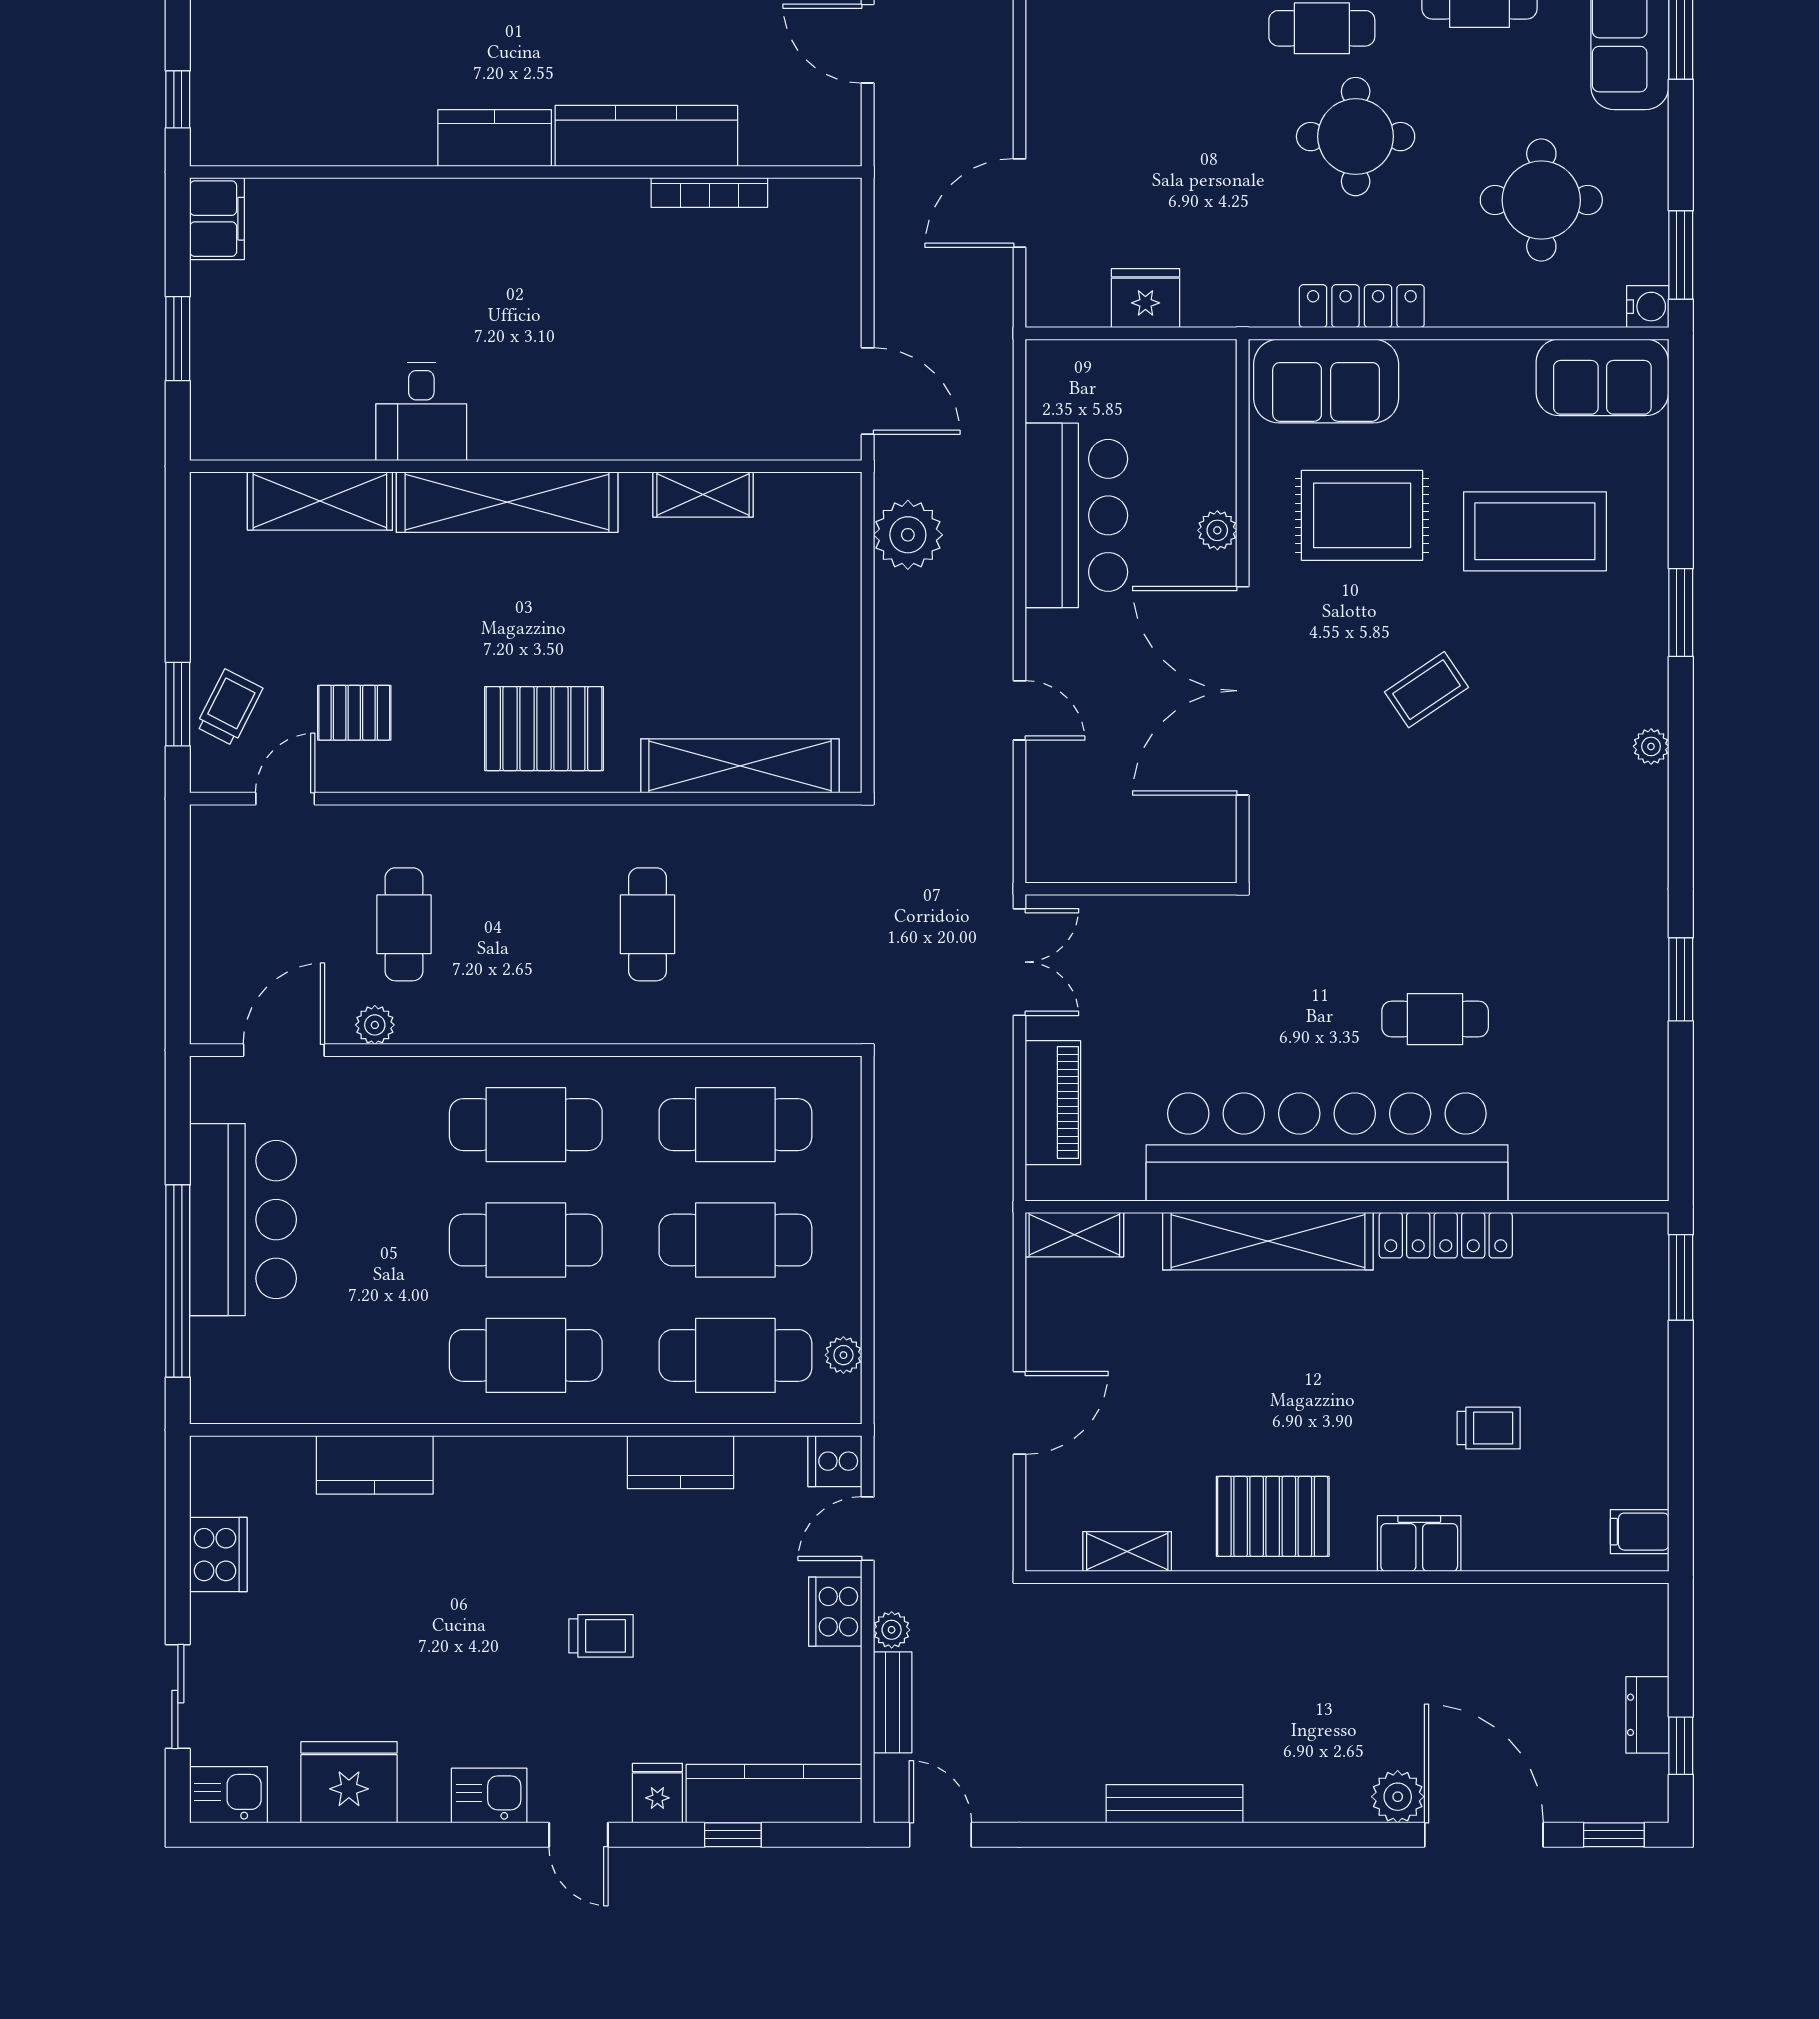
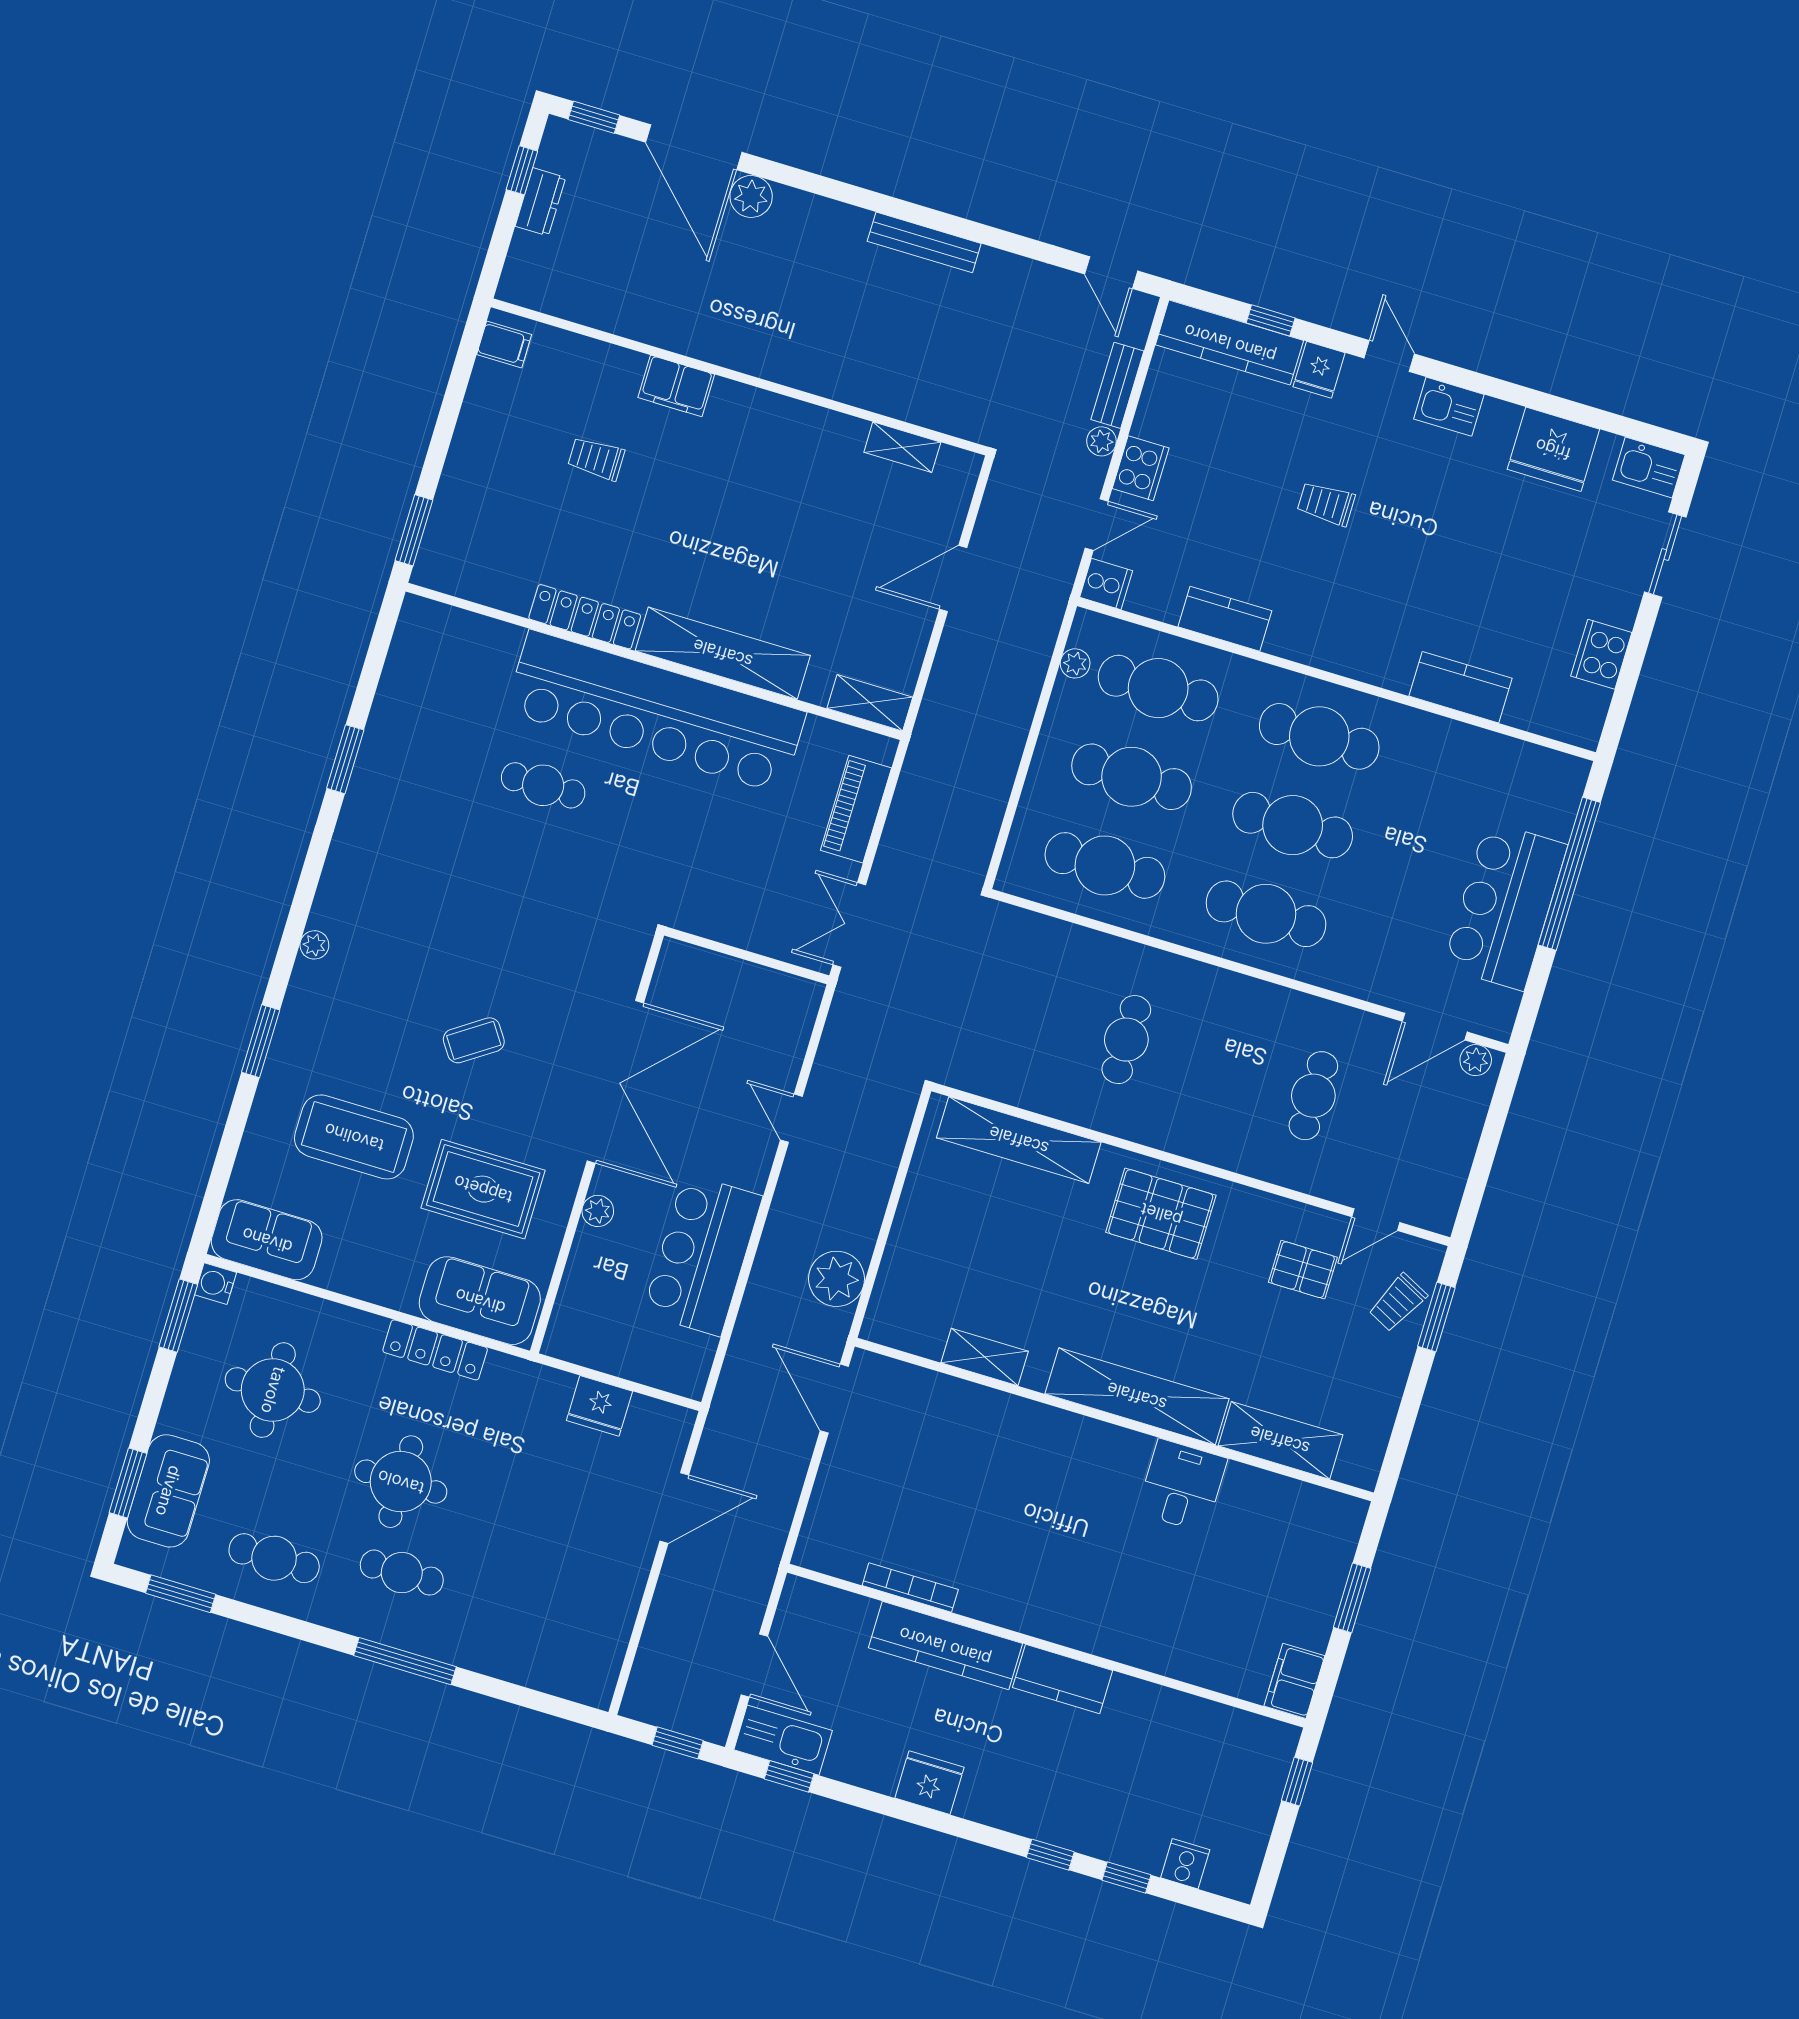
plant: (375, 1025) -> (1476, 1060), moved
pallet: (1273, 1516) -> (782, 441), removed

